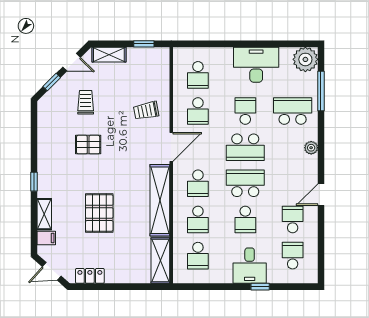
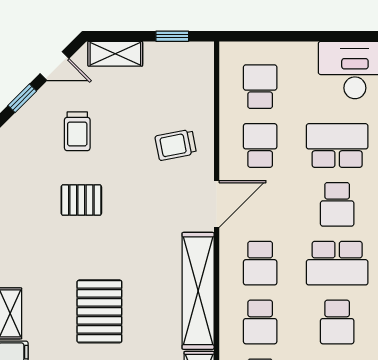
school desk: (198, 75) -> (260, 87), turned 180
trolley: (86, 102) -> (77, 131), turned 180
school desk: (198, 111) -> (260, 145), turned 180
school desk: (245, 111) -> (337, 145), width x1.85
school desk: (245, 147) -> (337, 204), width x0.54
school desk: (245, 183) -> (337, 263), turned 180

